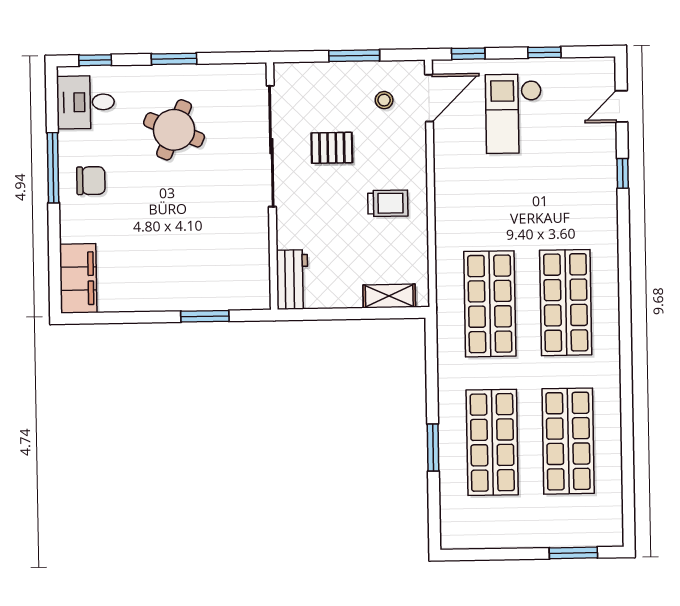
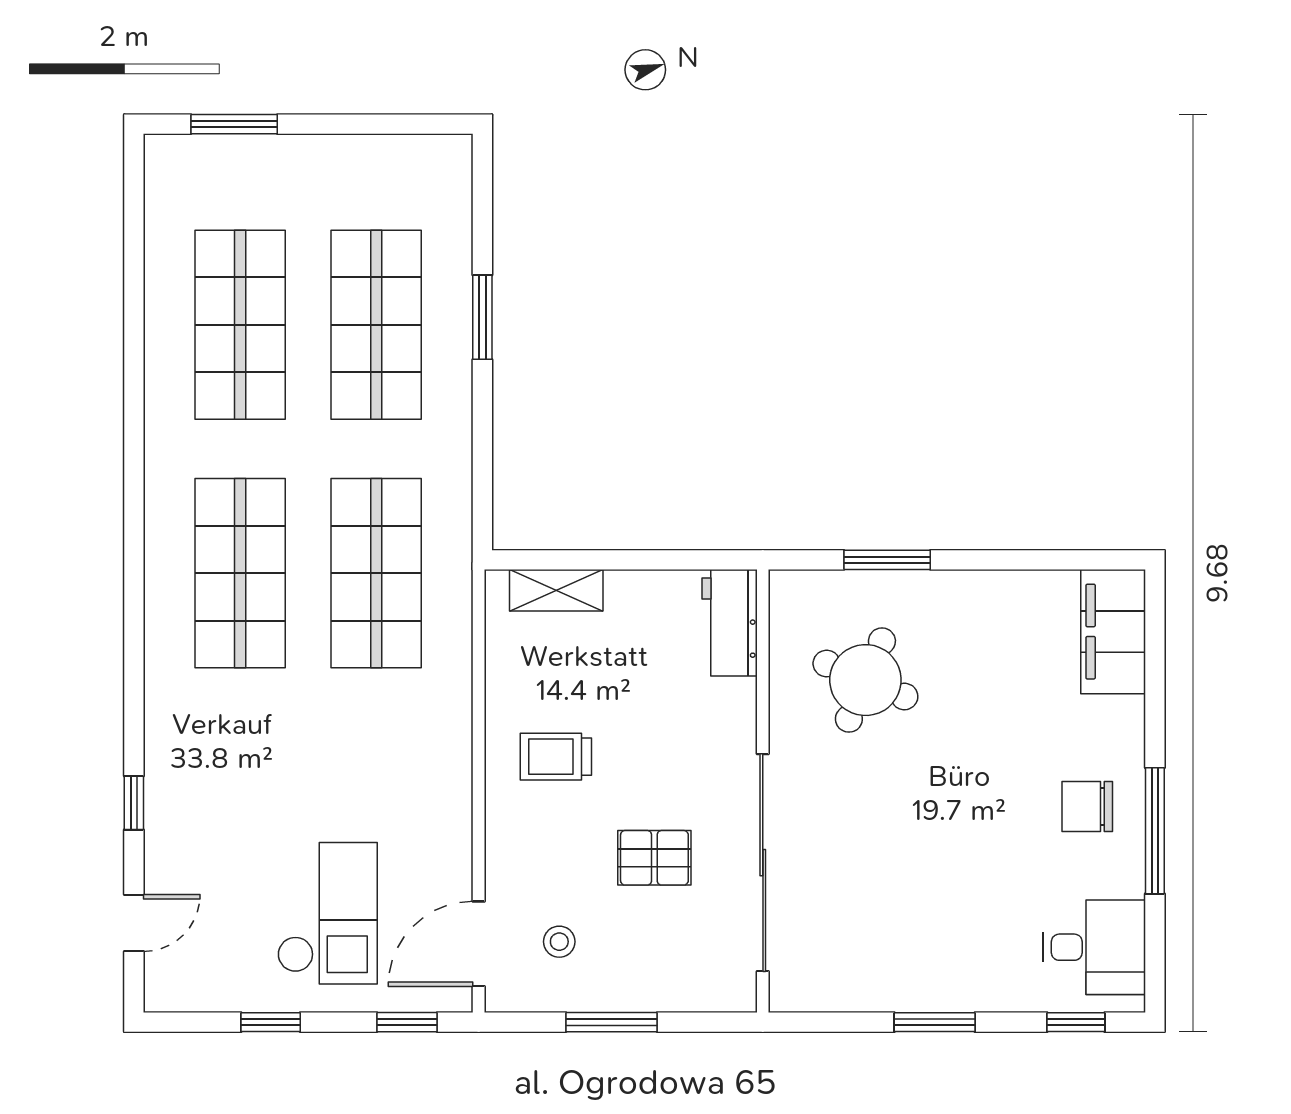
round table: (174, 130) -> (865, 680), moved

